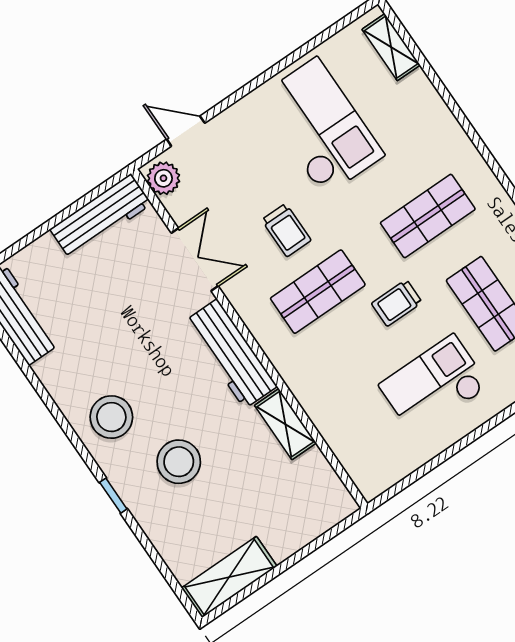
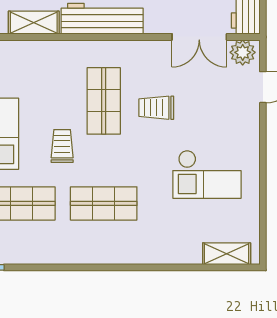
checkout: (320, 127) -> (207, 174), width x0.73, depth x0.83
shop shelf: (428, 216) -> (104, 203), turned 90
double door: (195, 259) -> (199, 37), moved

